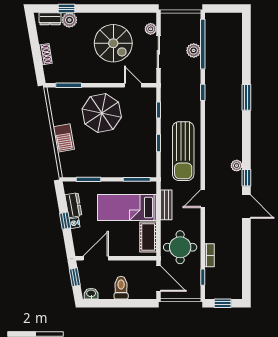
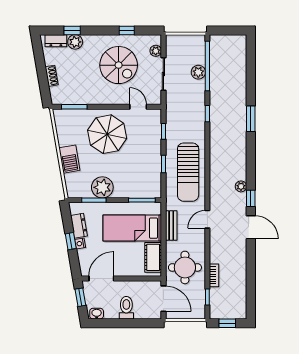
window: (121, 8) -> (127, 30), added
plant: (97, 167) -> (102, 187), added

